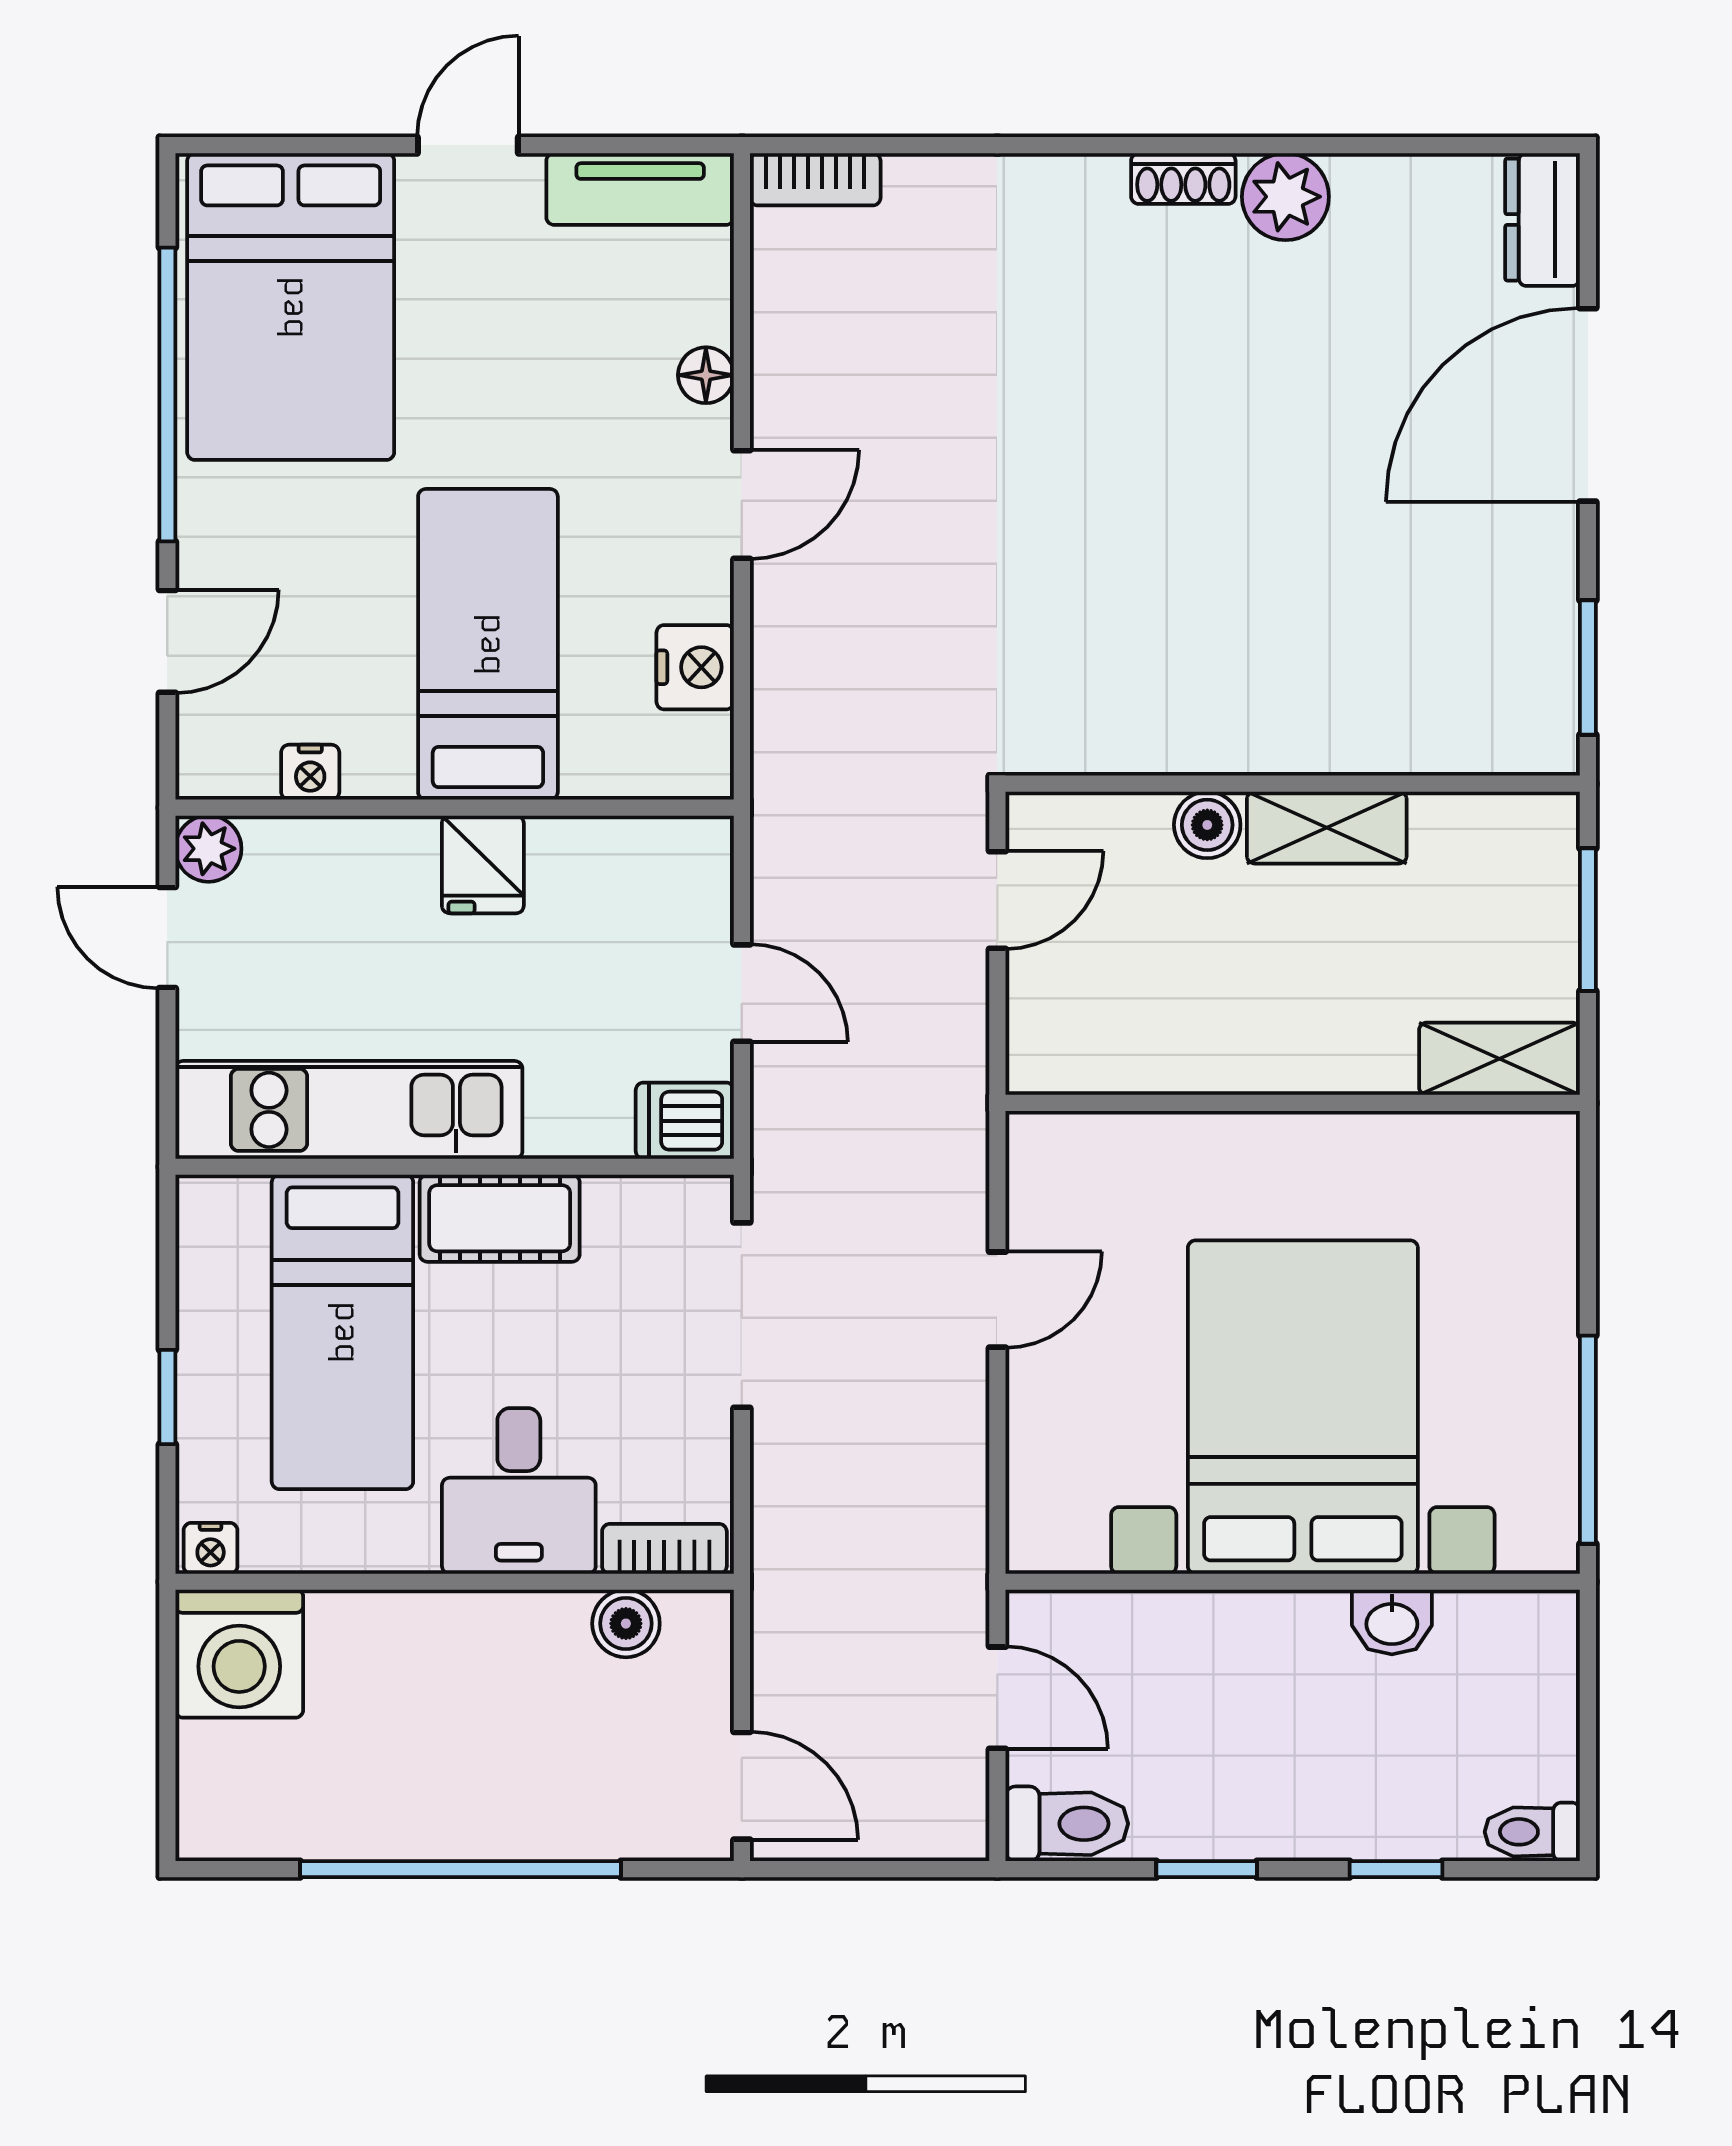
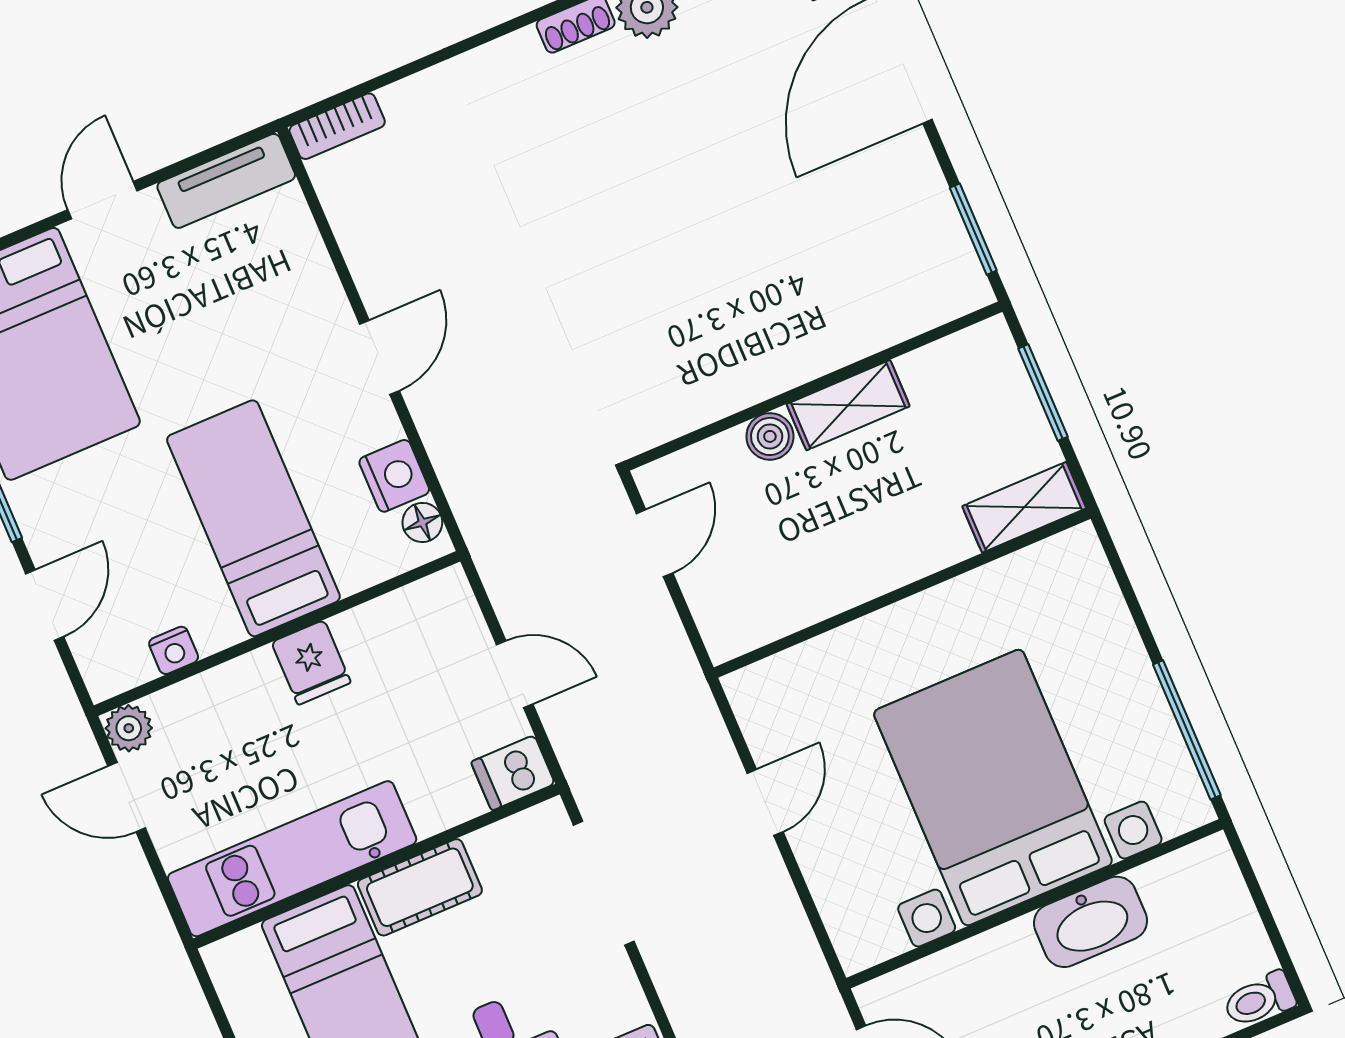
floor lamp: (706, 375) -> (422, 522), moved
washbasin: (1392, 1622) -> (1090, 922), width x1.91, depth x1.45

